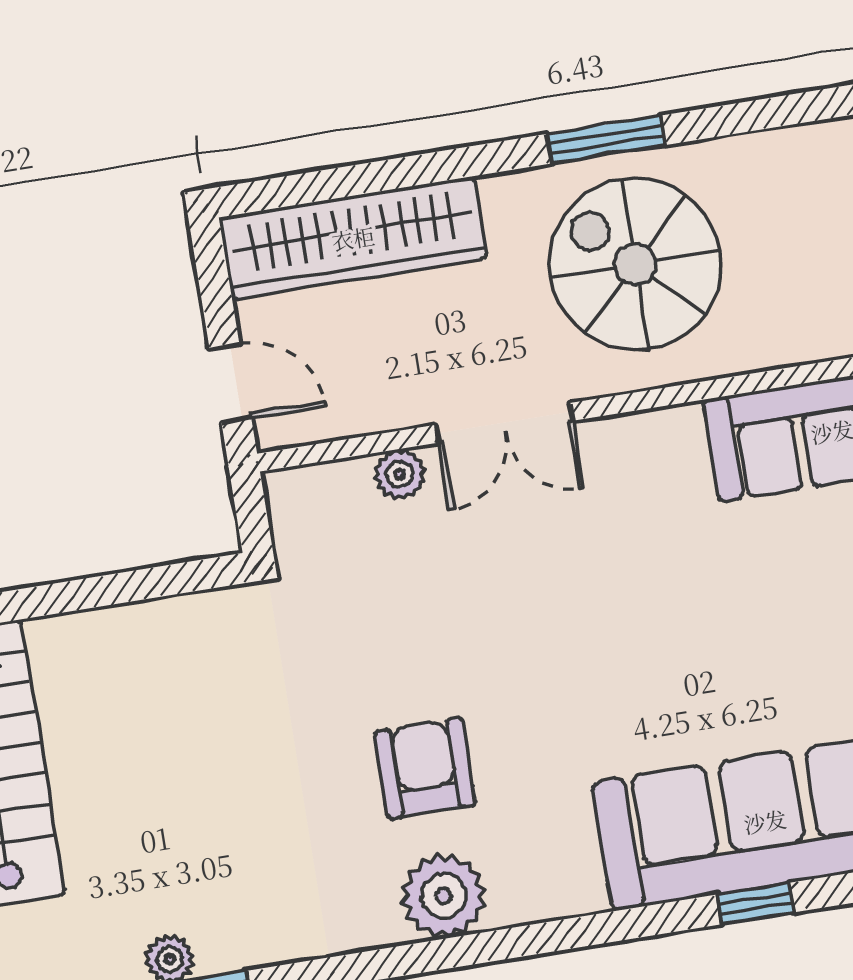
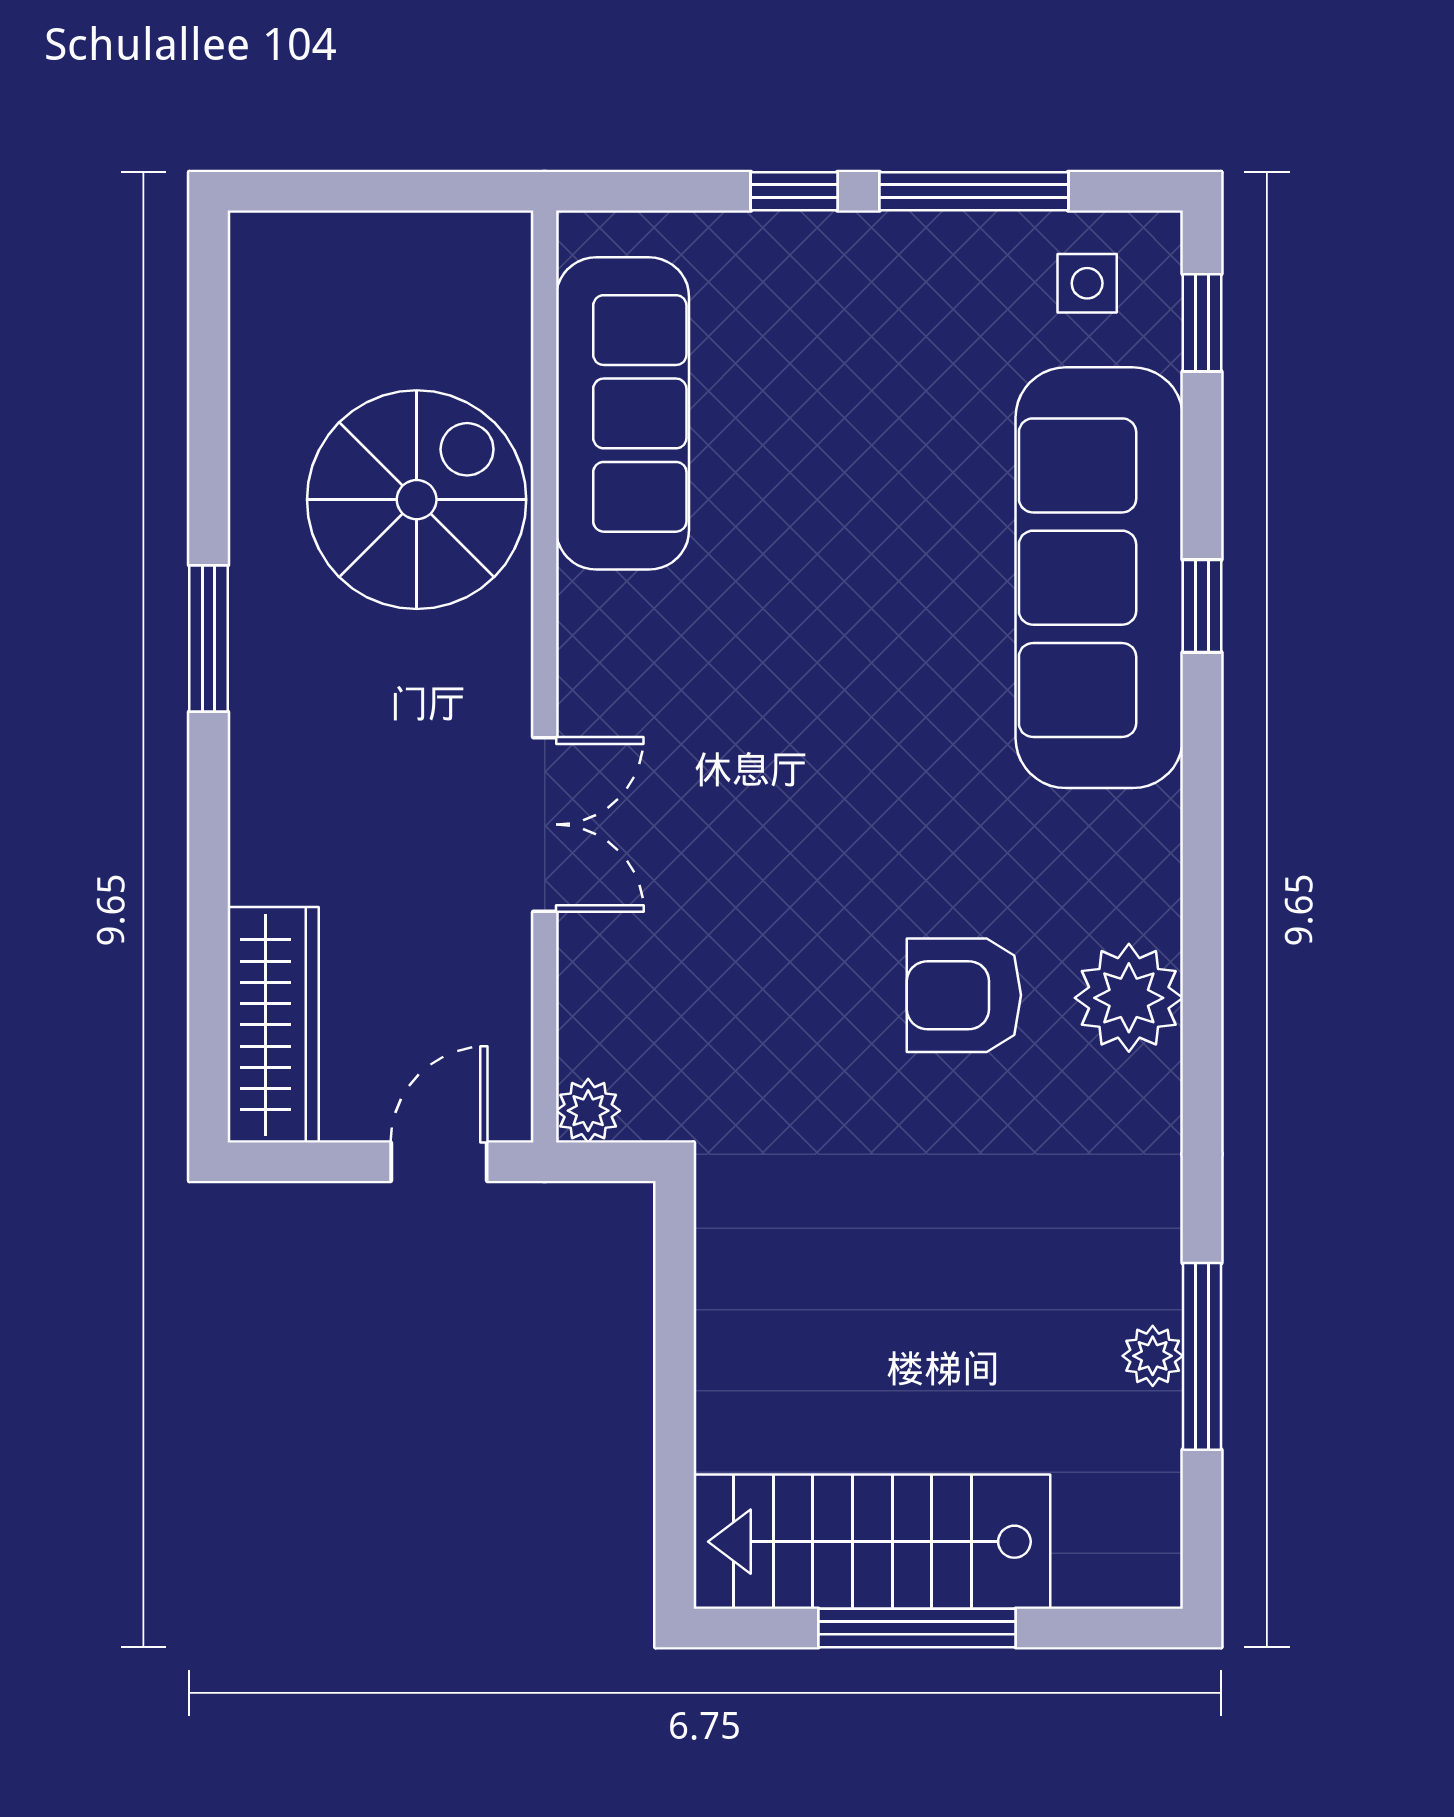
wardrobe: (353, 238) -> (273, 1025), width x0.71, depth x0.85
spiral stairs: (635, 264) -> (417, 500), moved, turned 180
plant: (400, 474) -> (588, 1111), moved

